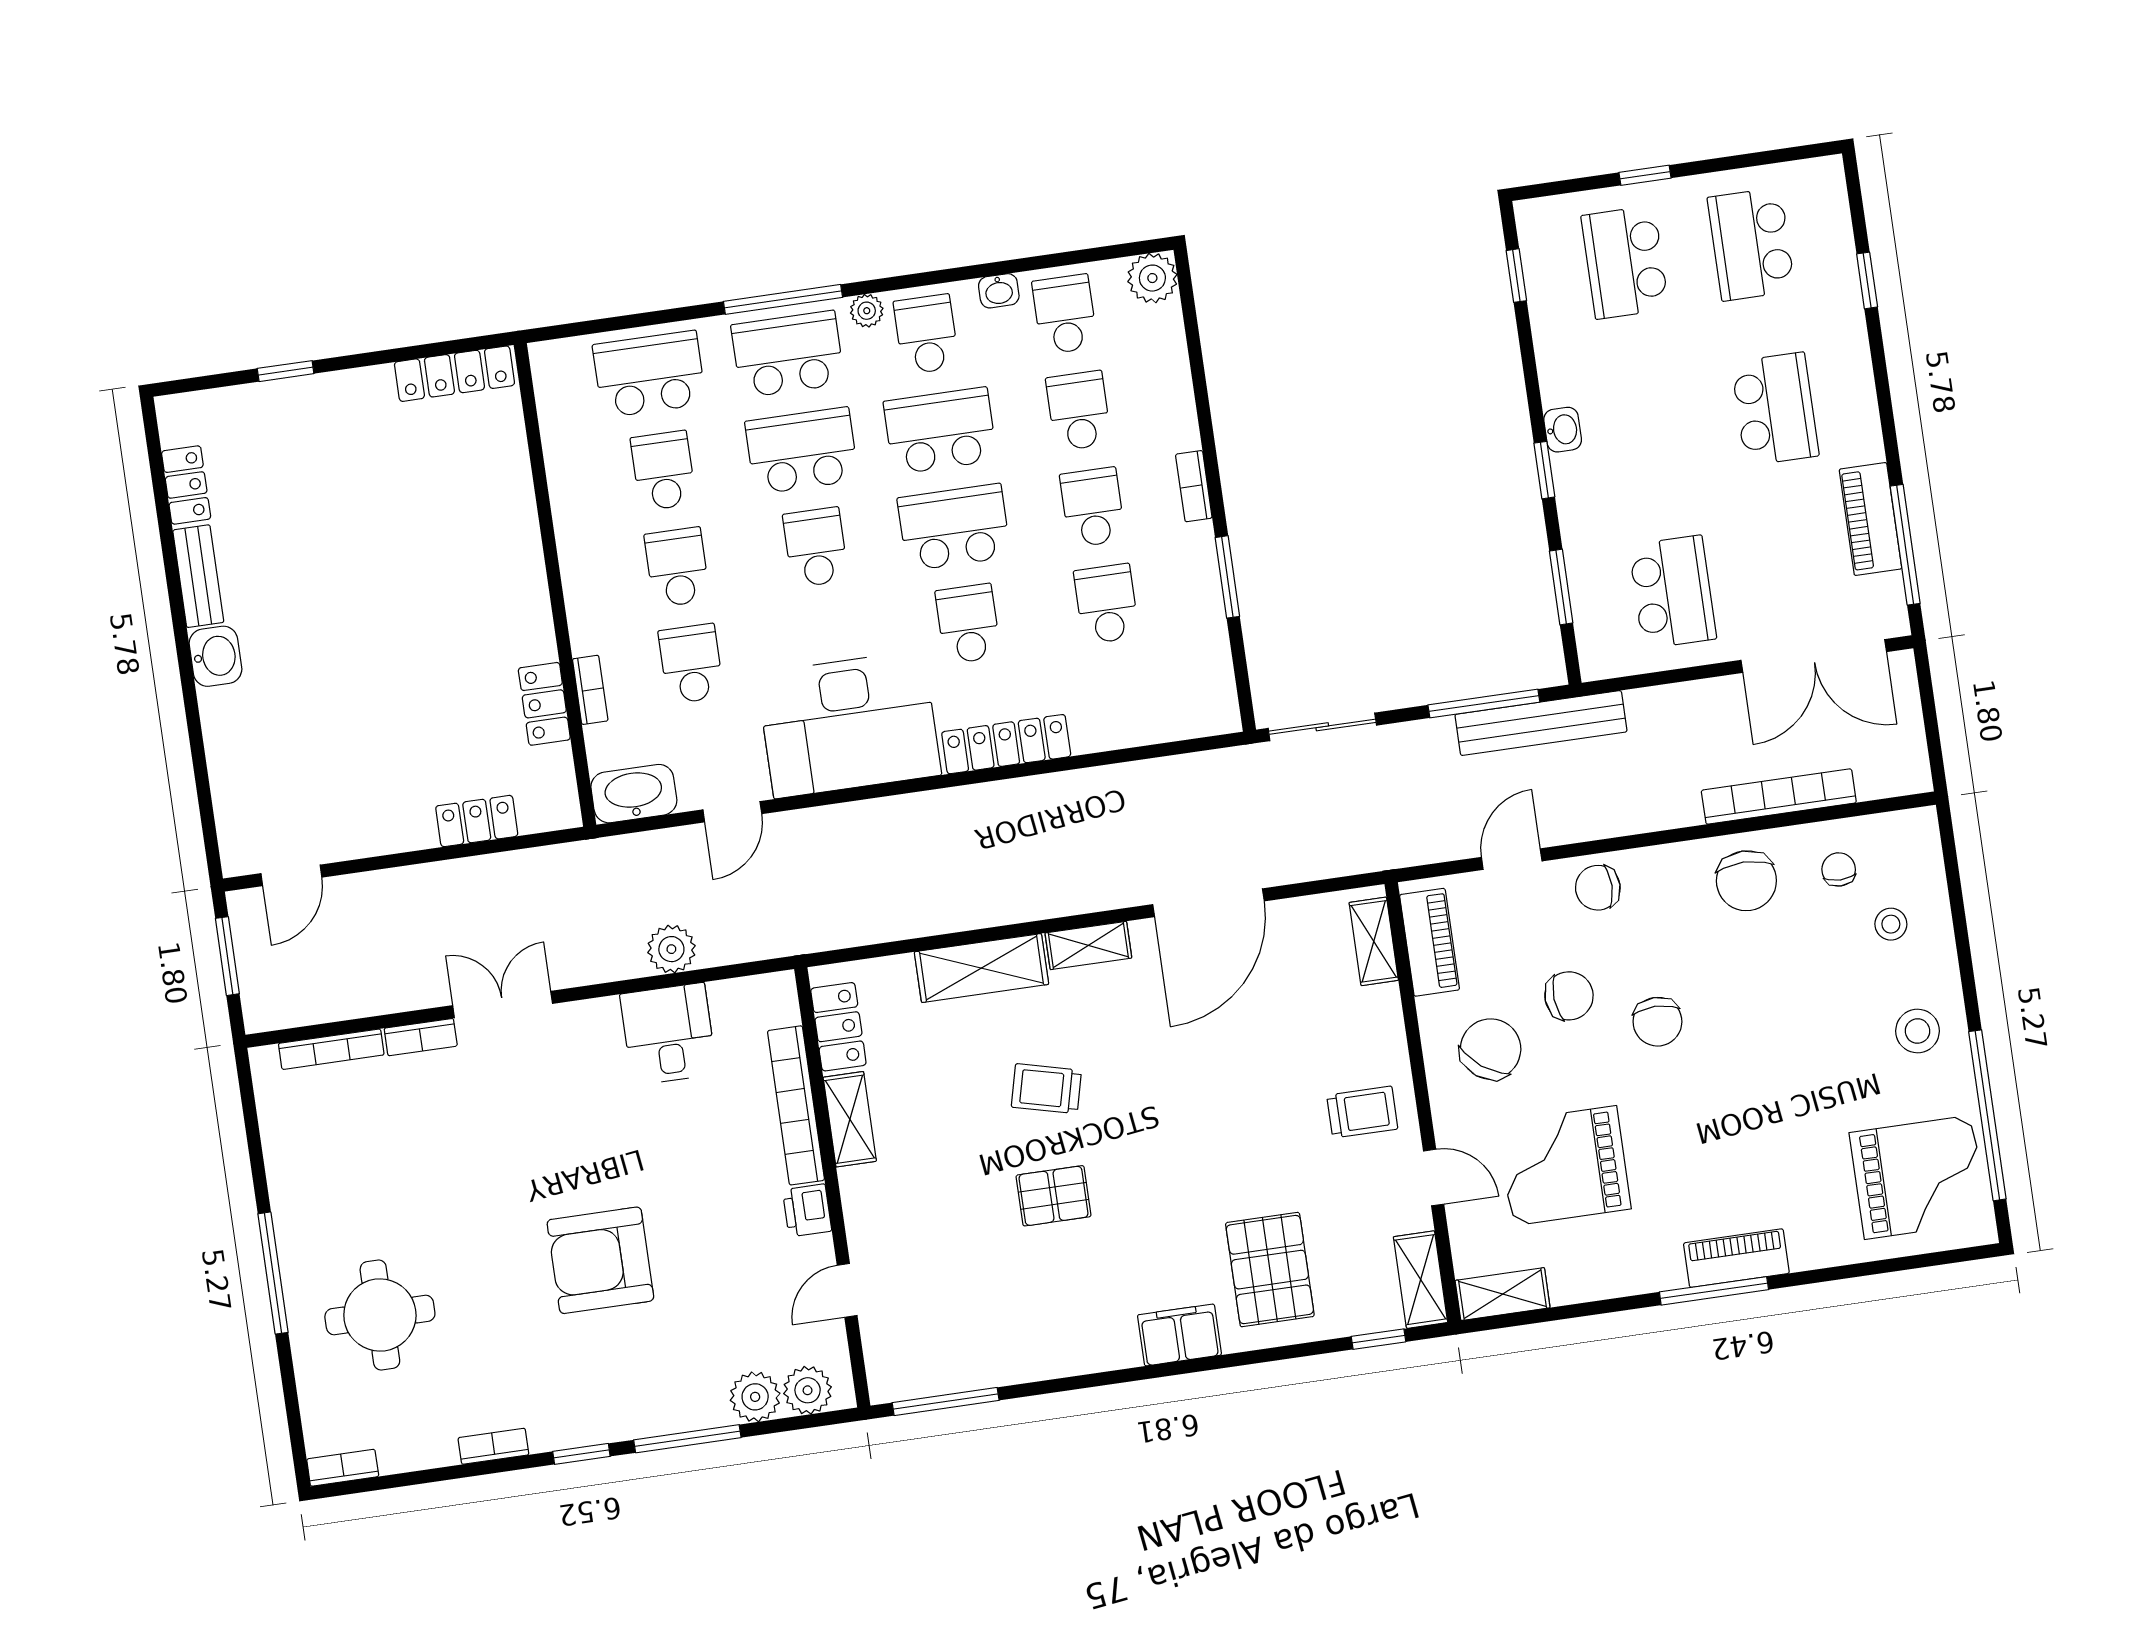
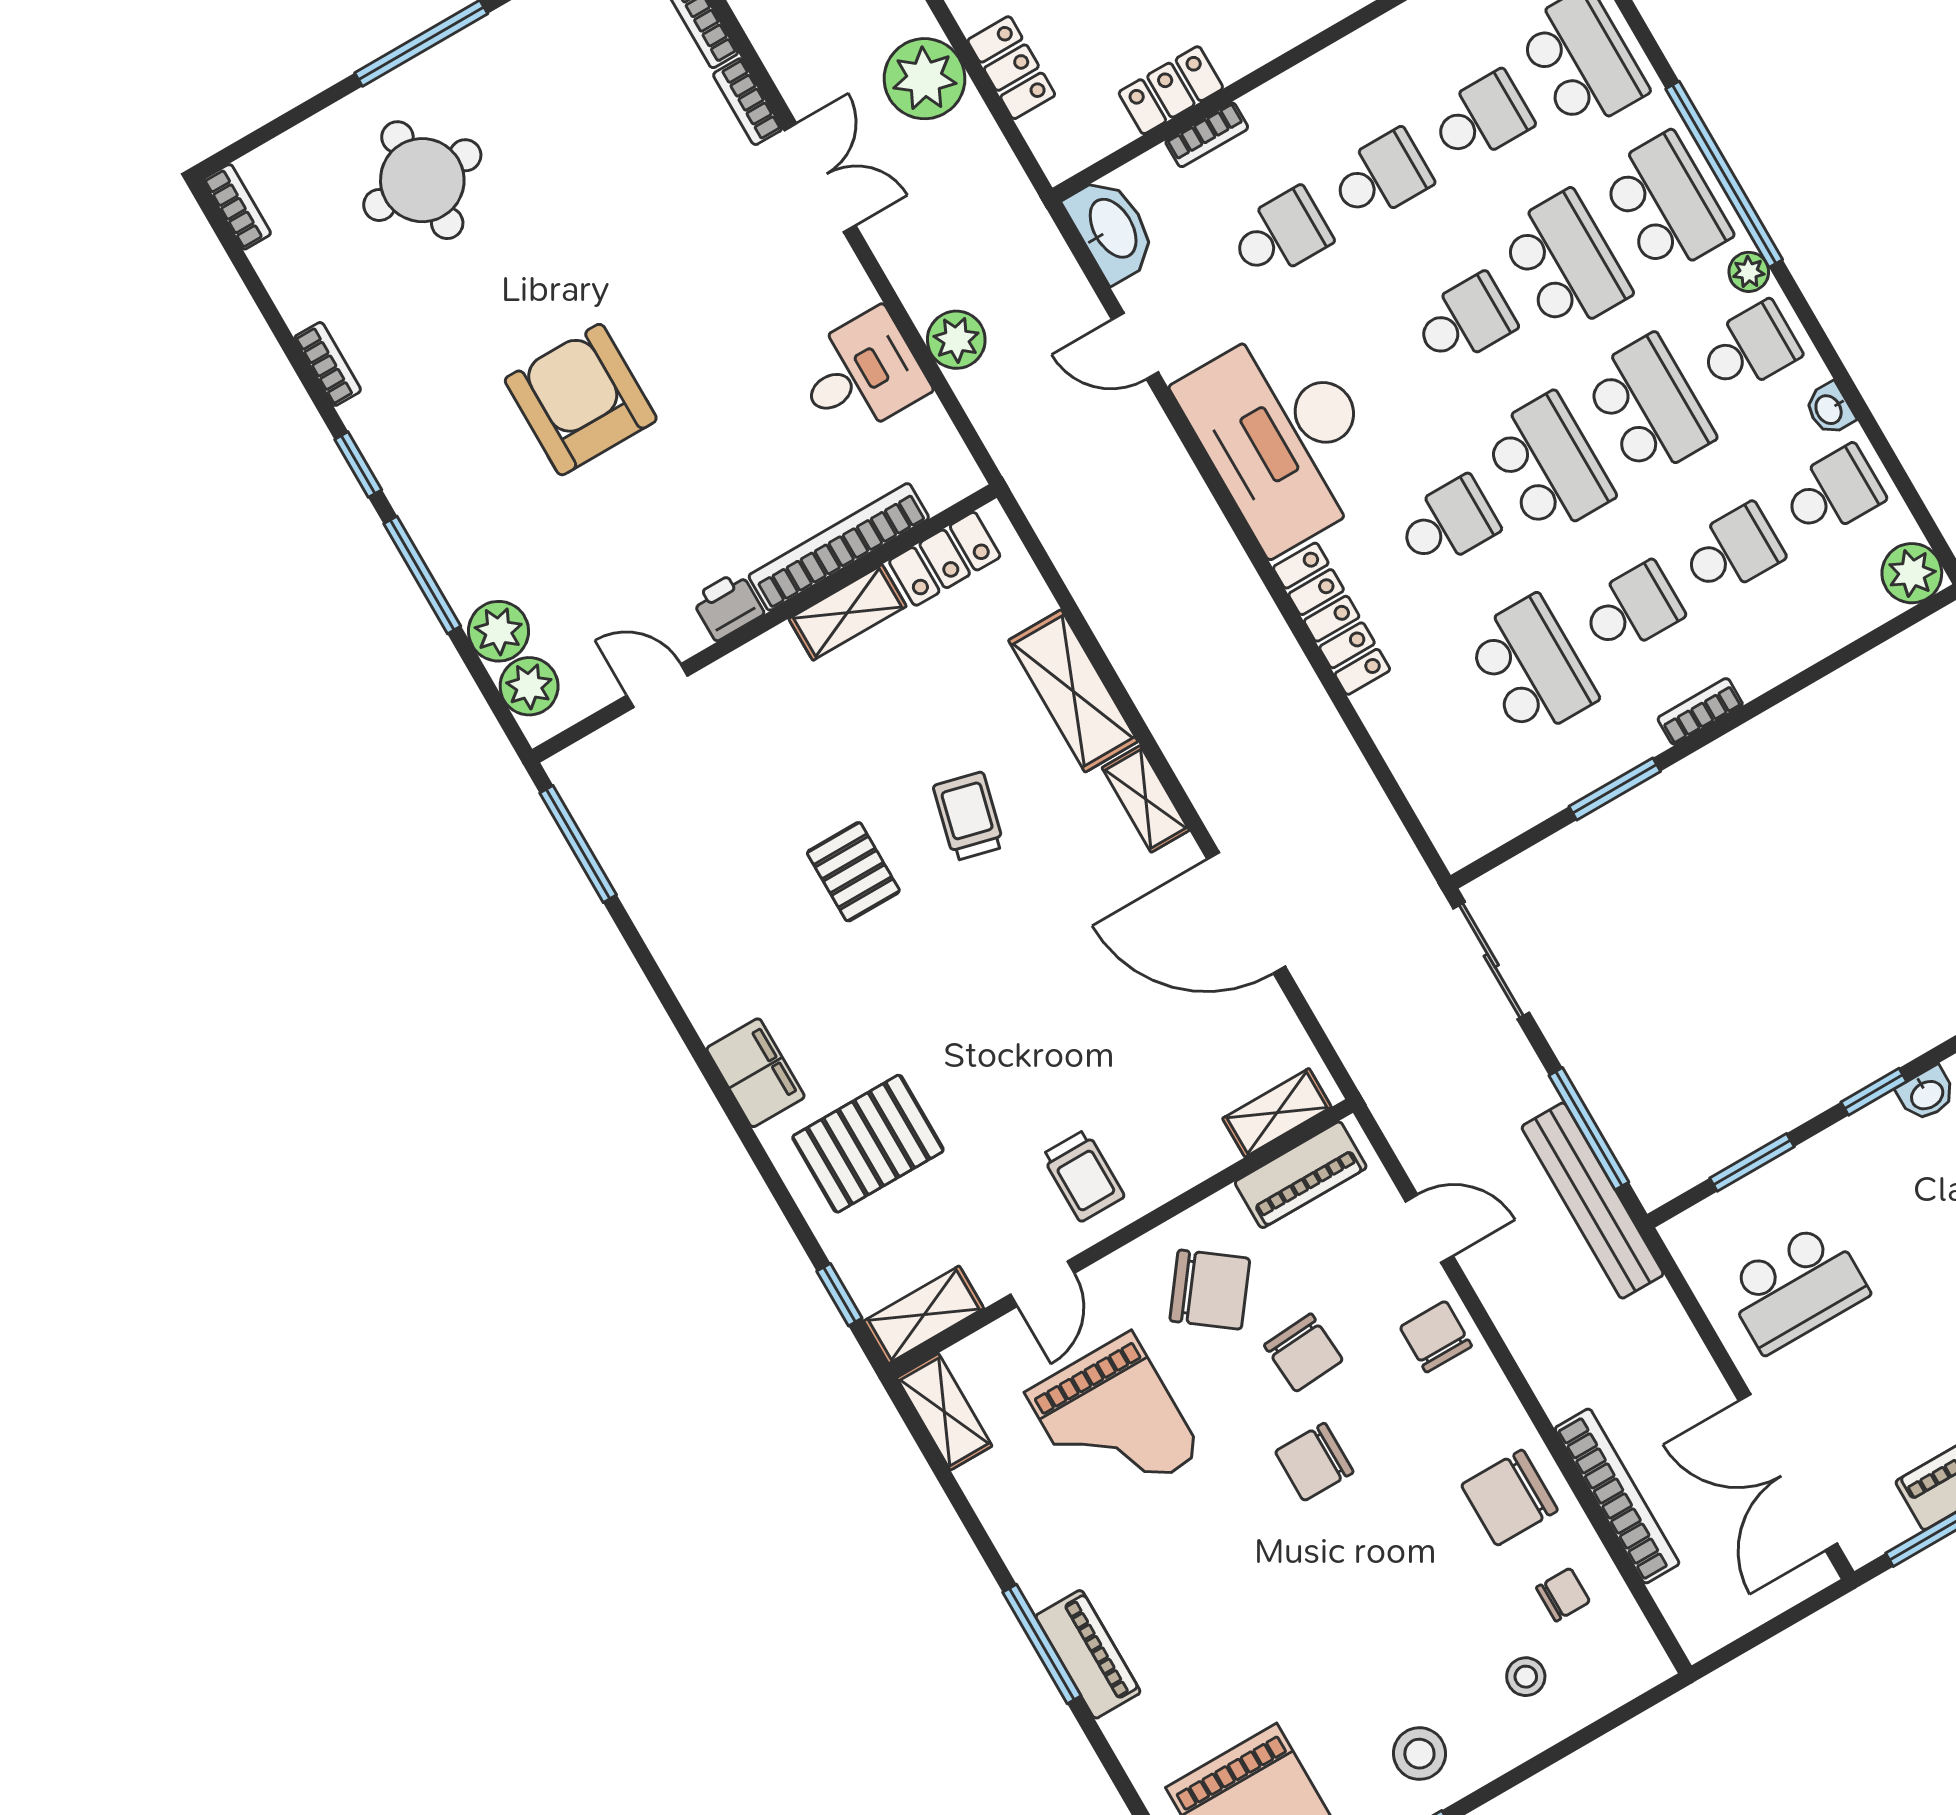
window: (783, 299) -> (1724, 174), width x1.46
school desk: (1106, 604) -> (1531, 667), width x1.85
plant: (458, 892) -> (924, 79), added
grand piano: (1564, 1166) -> (1114, 1423), turned 180

